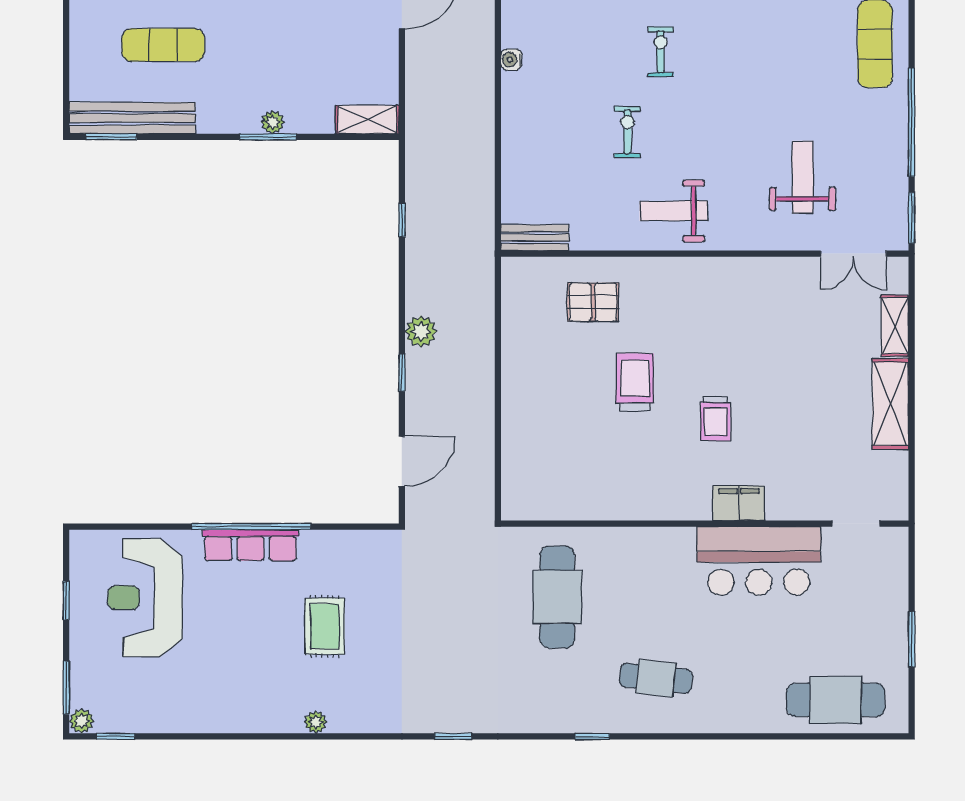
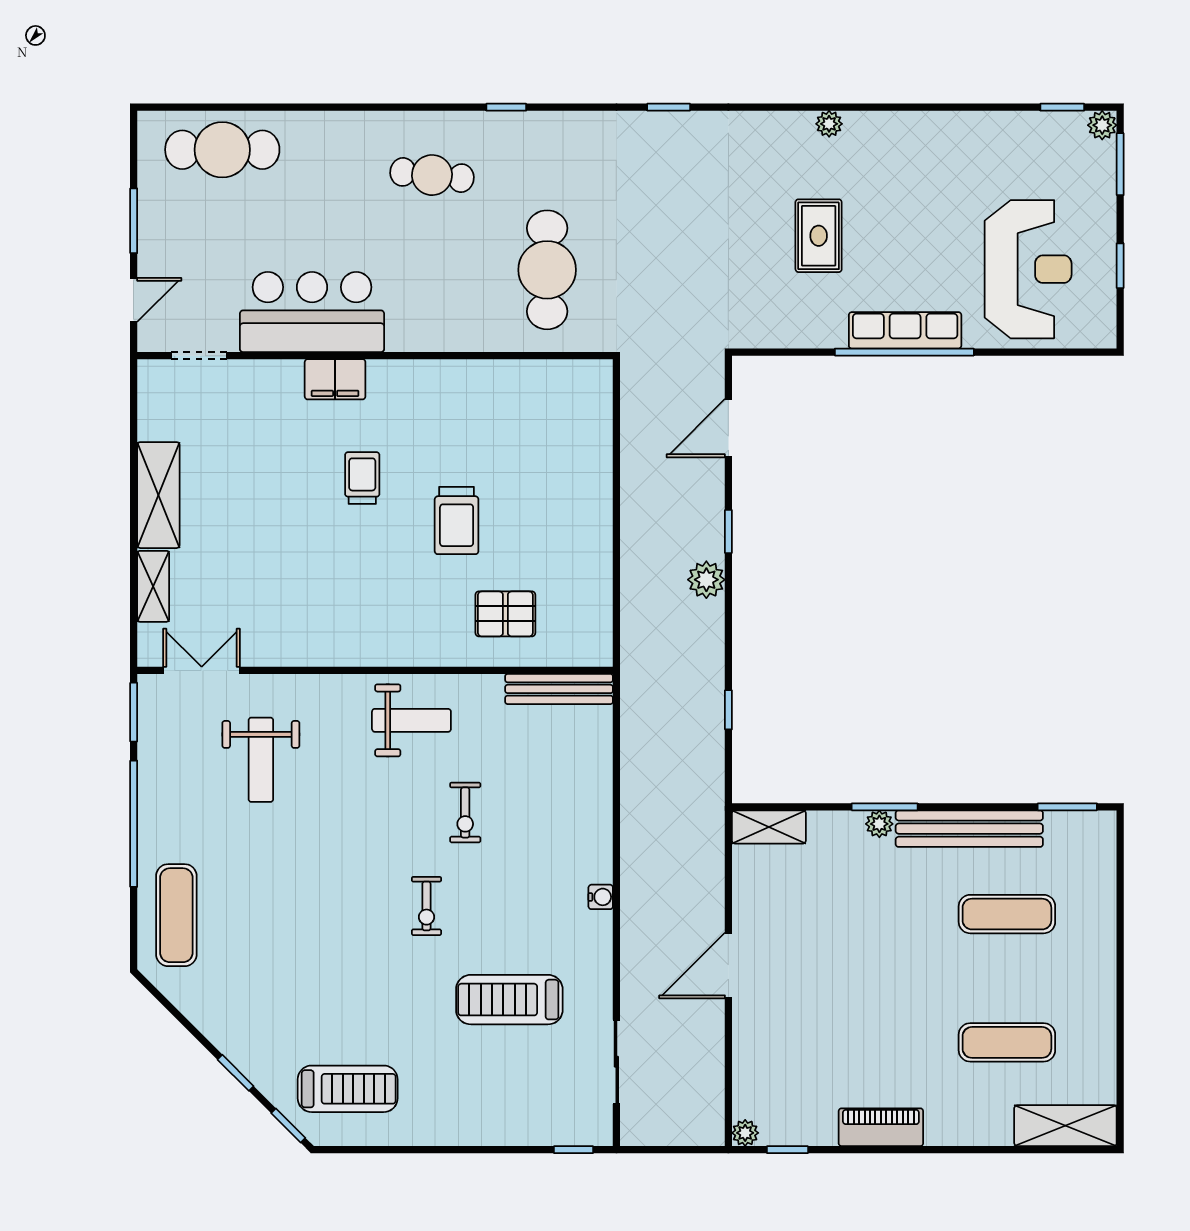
bench: (132, 118) -> (969, 829), moved
bench: (535, 238) -> (559, 689), width x1.36
door: (912, 571) -> (134, 300), added

